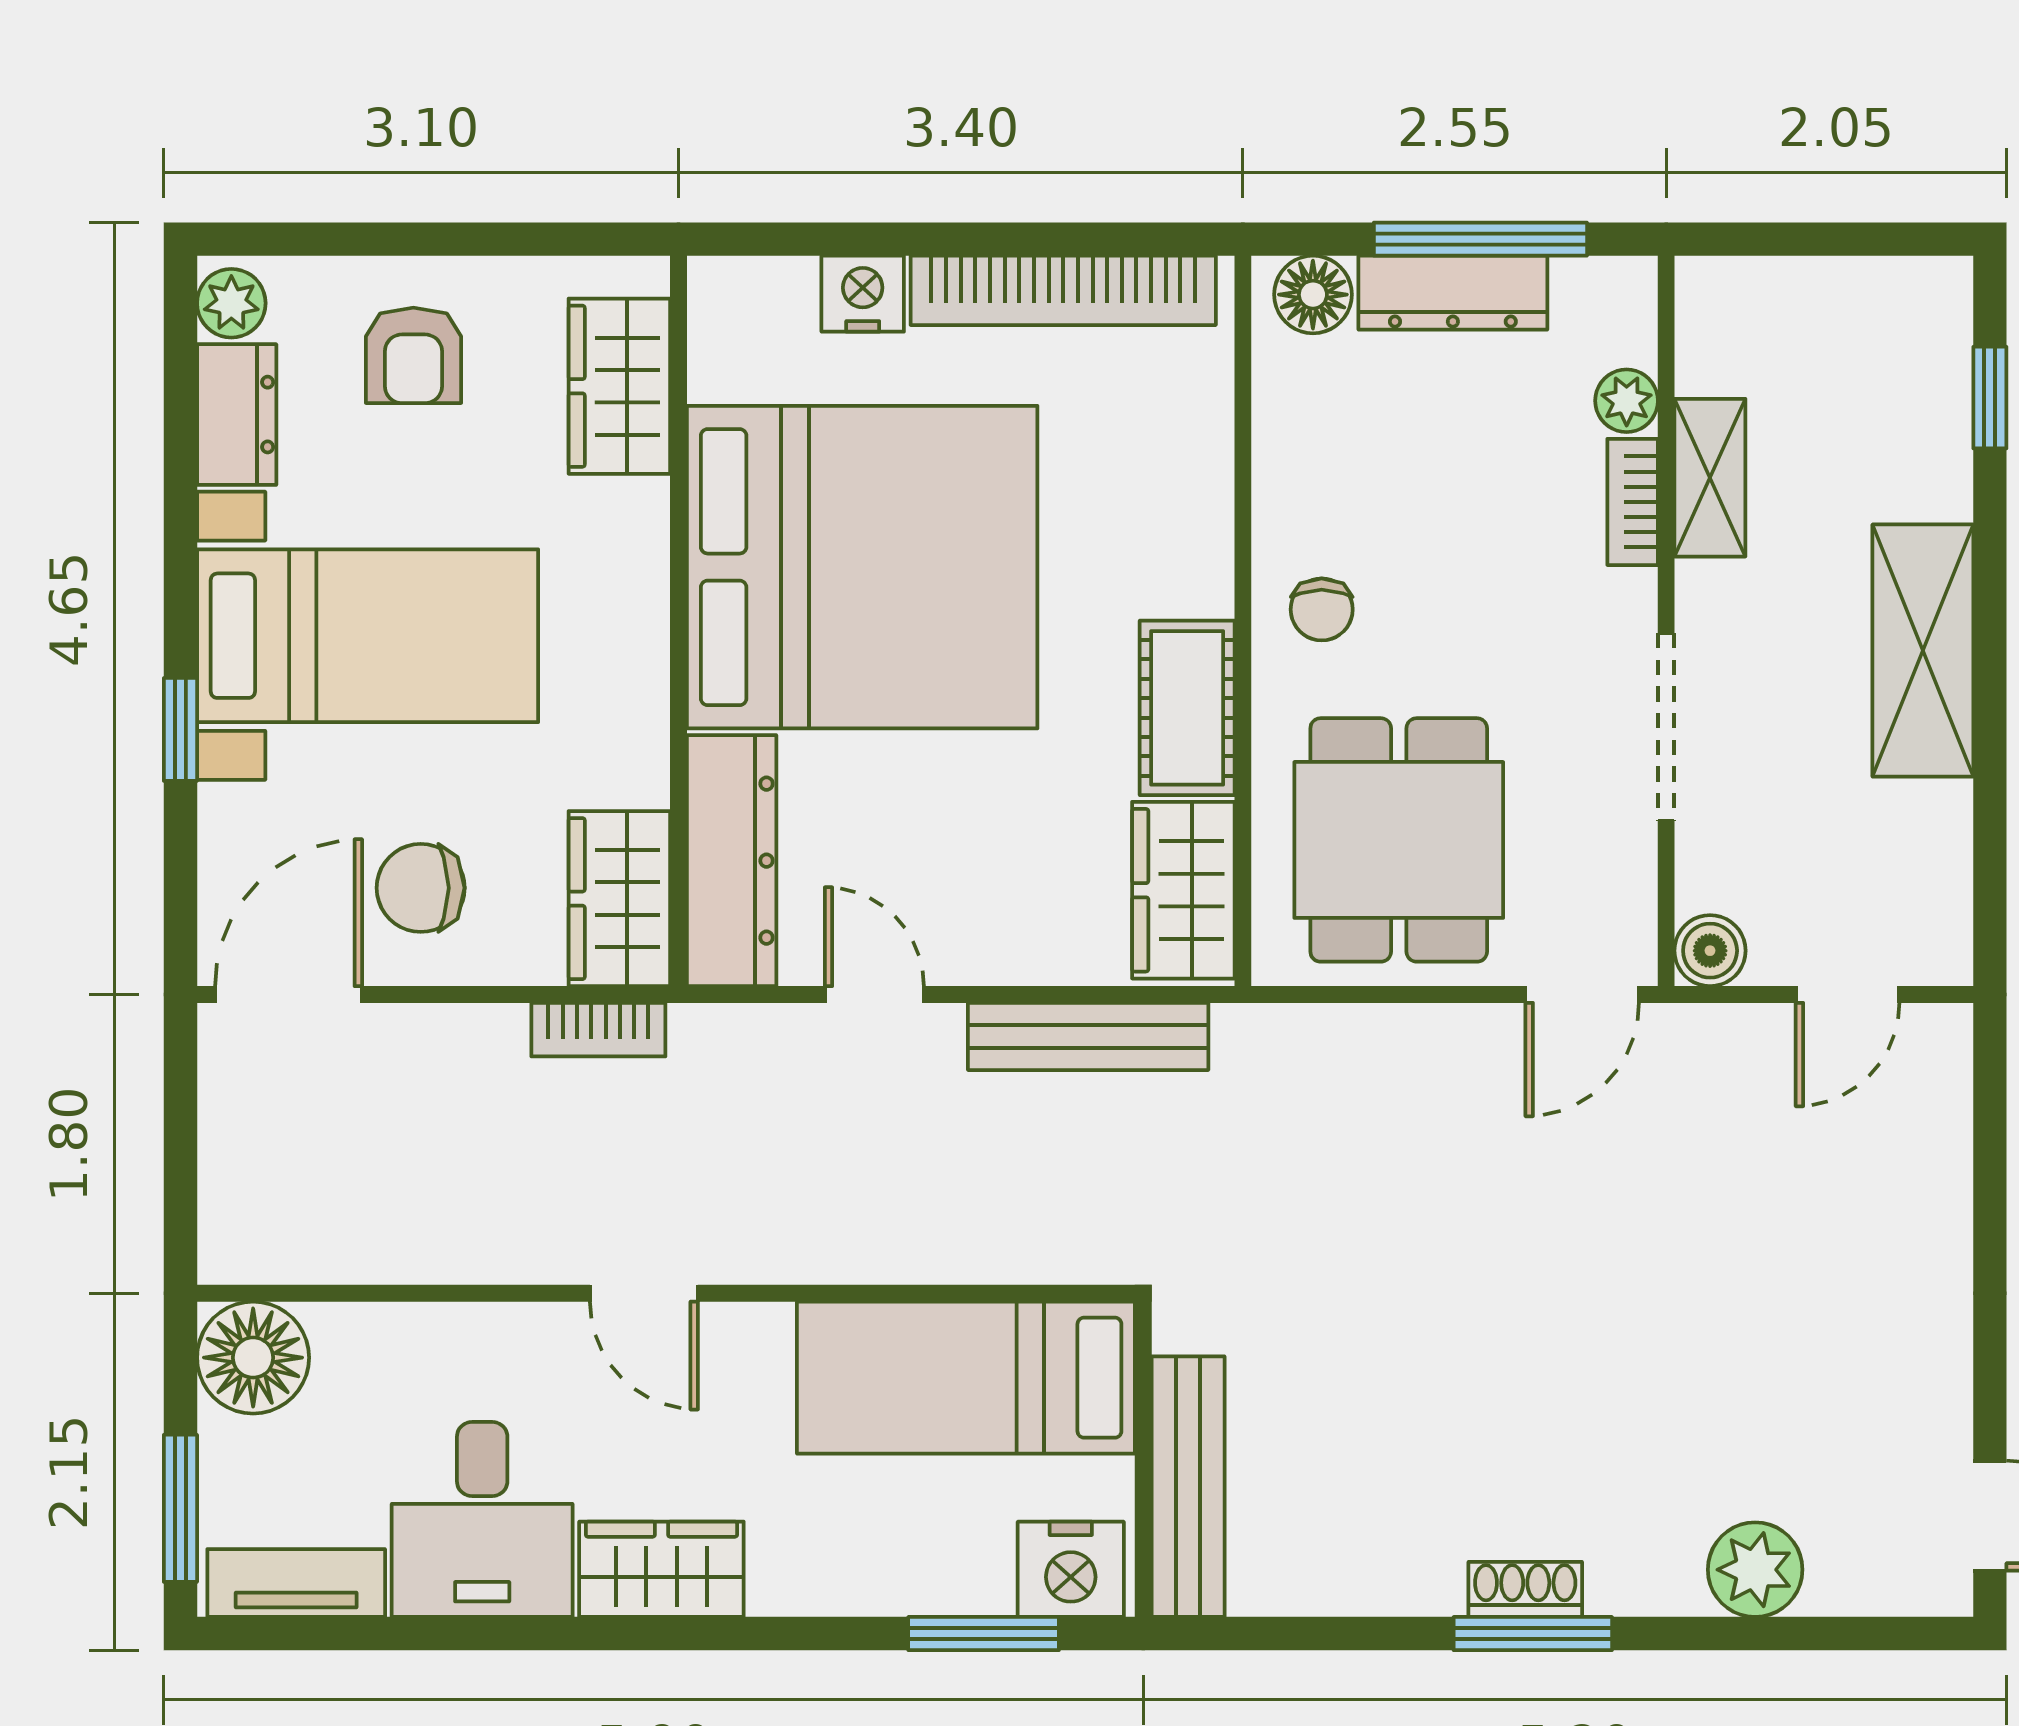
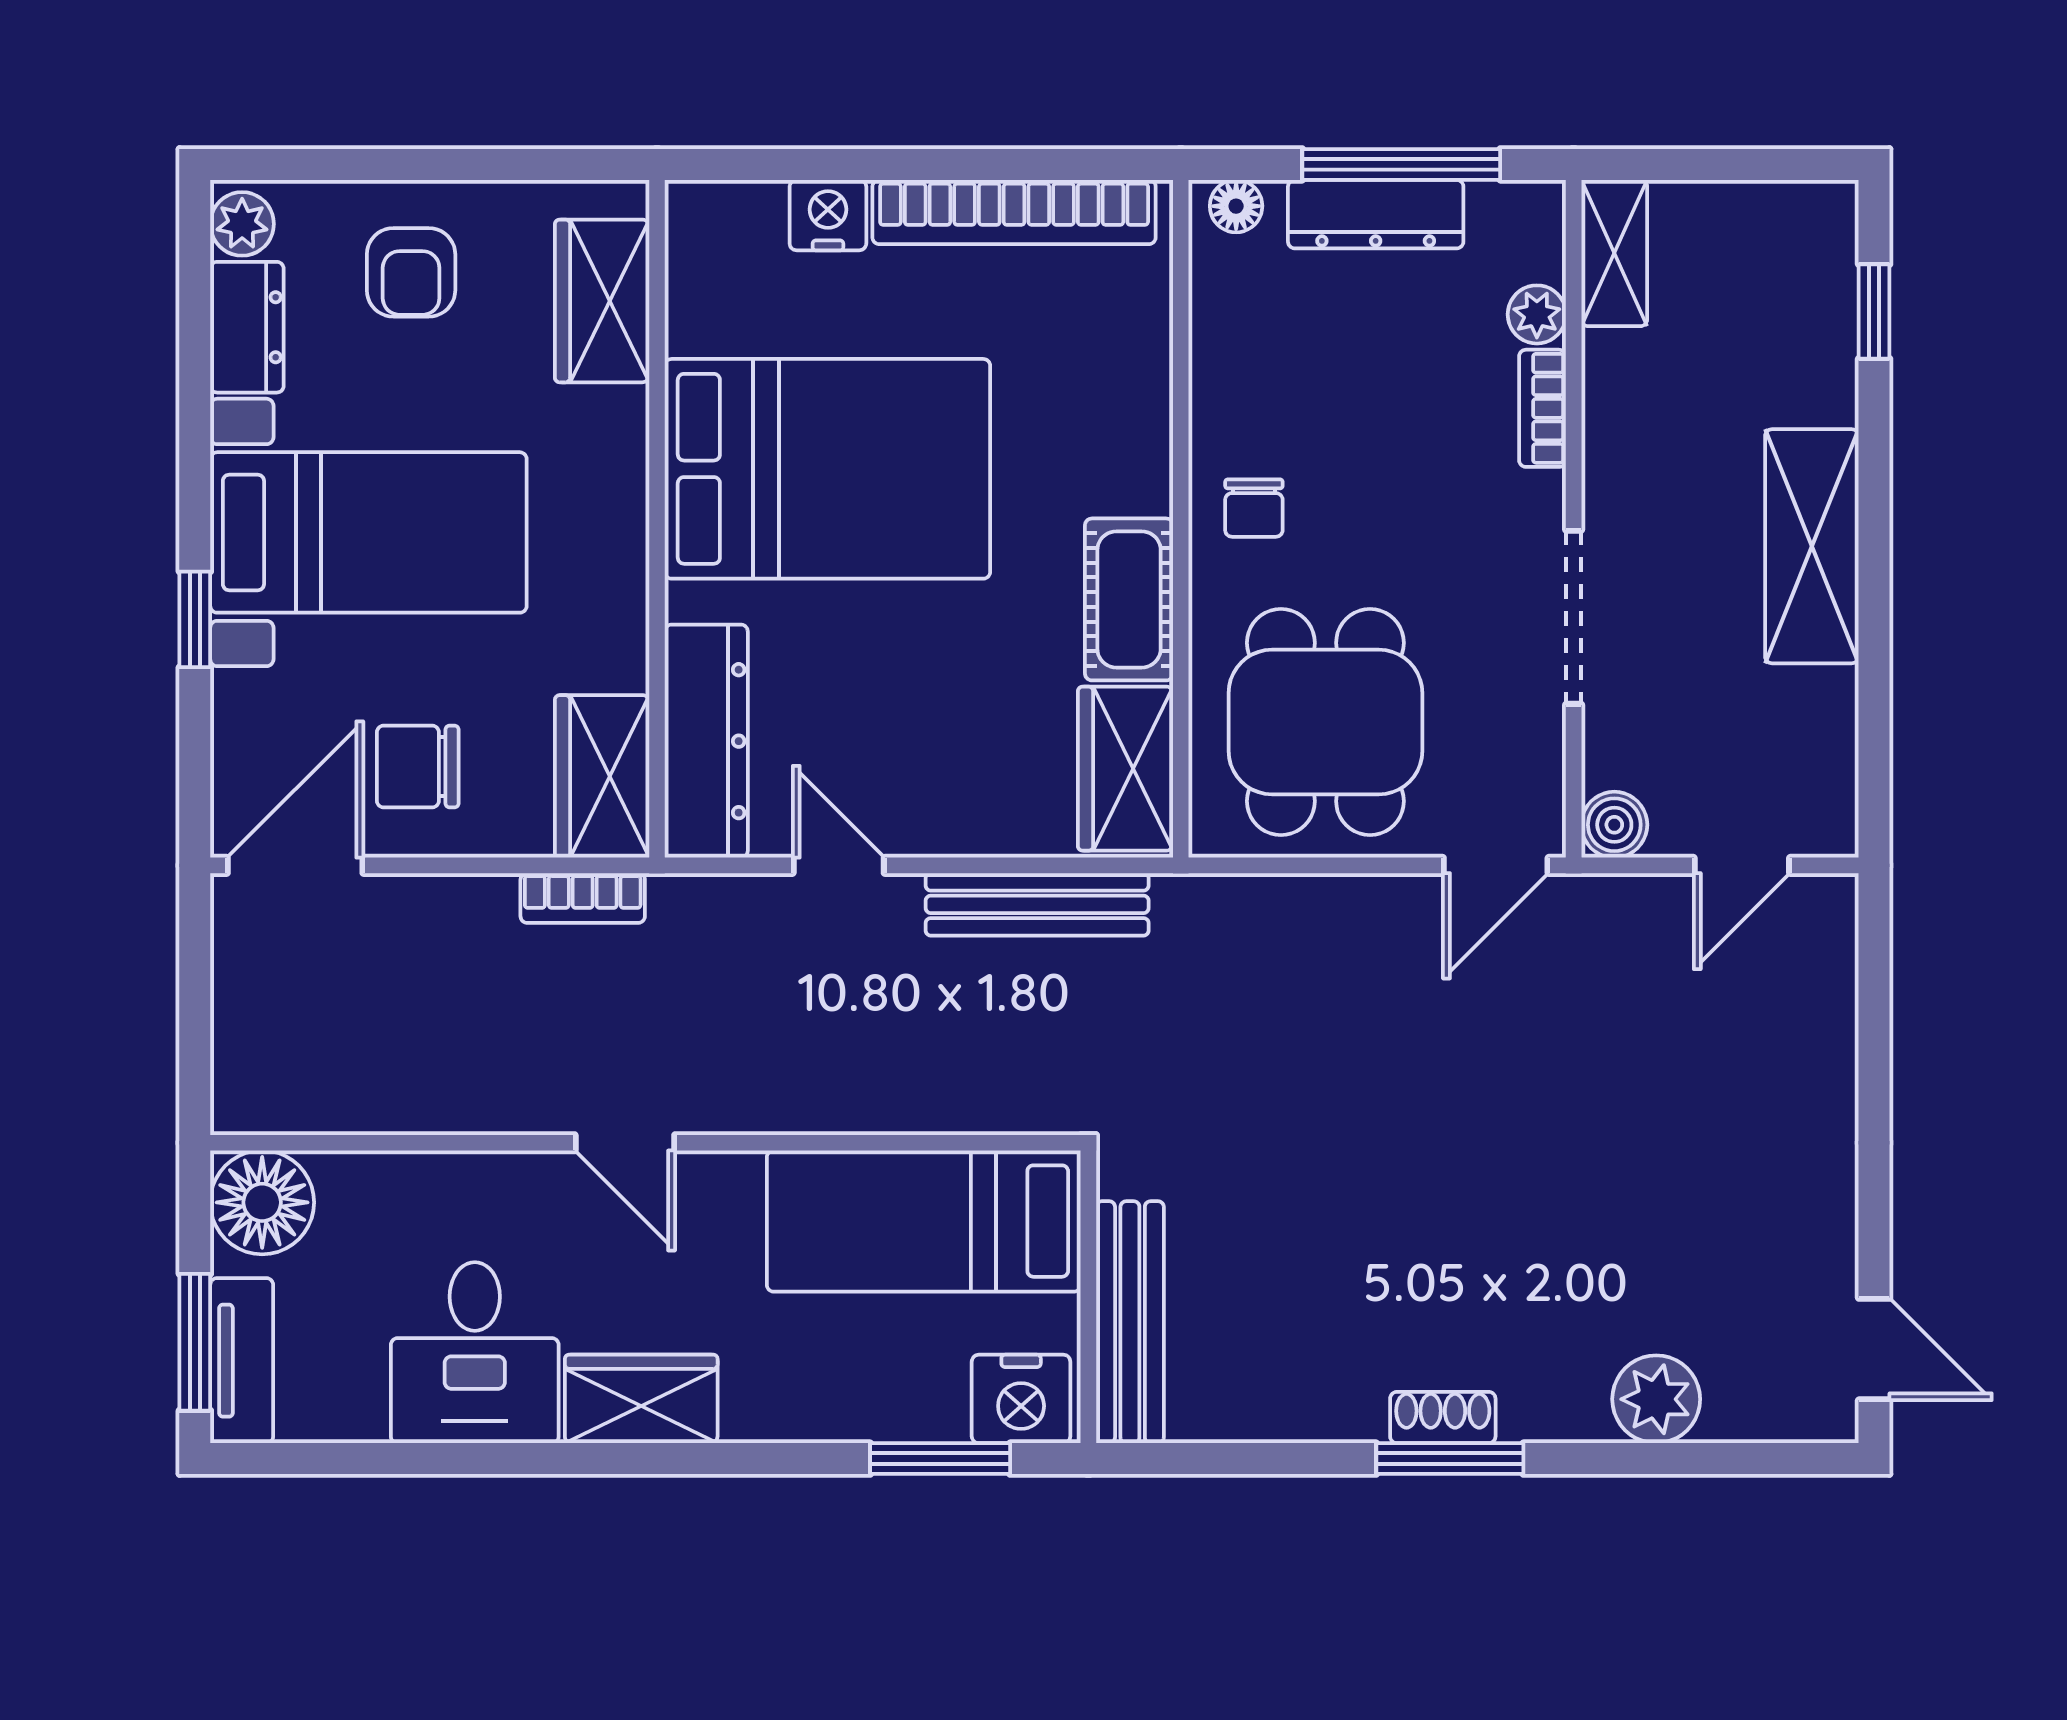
floor lamp: (1313, 295) -> (1236, 206), width x0.73, depth x0.73
shelving: (1710, 478) -> (1614, 253), moved
bed: (862, 567) -> (827, 469), width x0.73
tv unit: (296, 1583) -> (242, 1361), moved, turned 90

